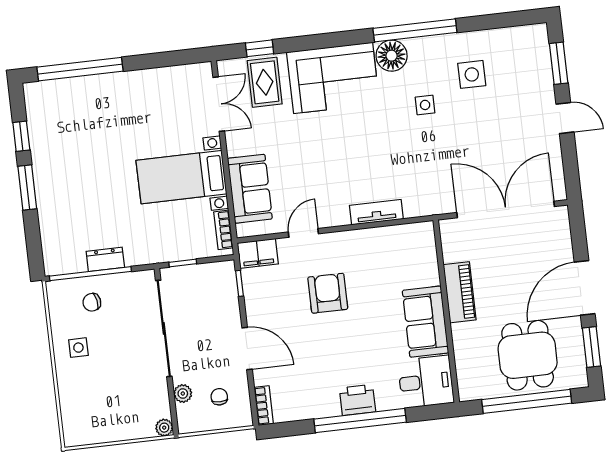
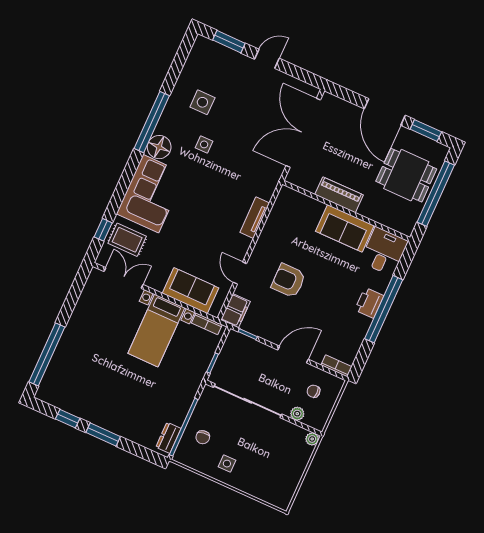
dresser: (105, 259) -> (168, 438), moved

